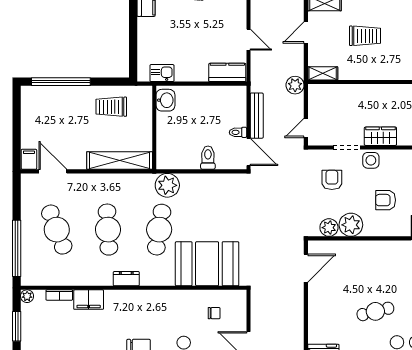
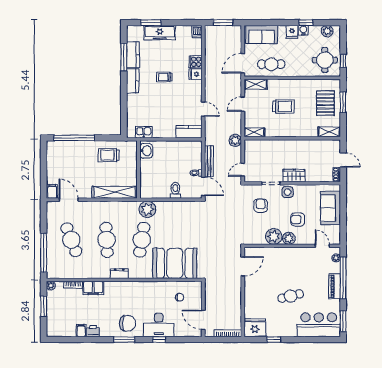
plant: (329, 228) -> (289, 238), moved

